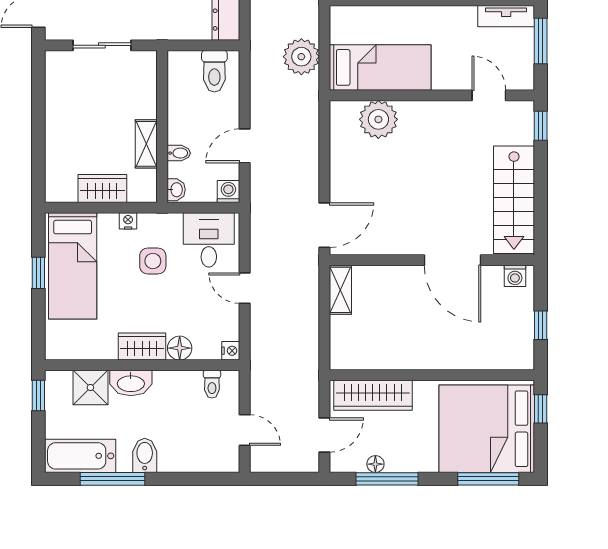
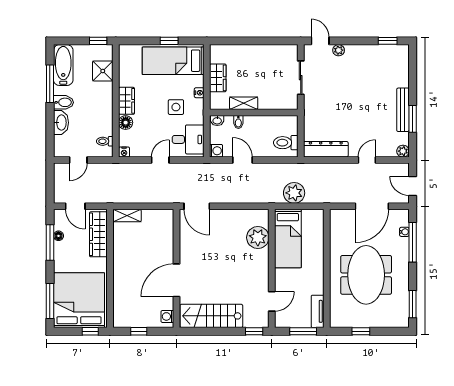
shelving: (340, 290) -> (127, 216), moved
washbasin: (131, 383) -> (61, 123), moved, turned 180

